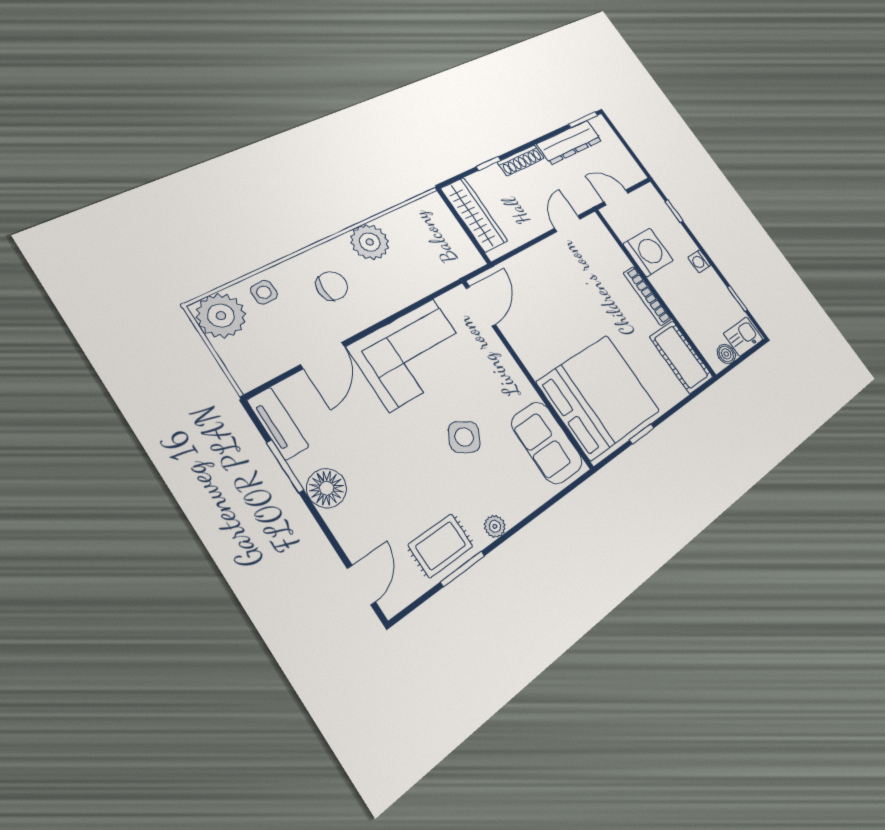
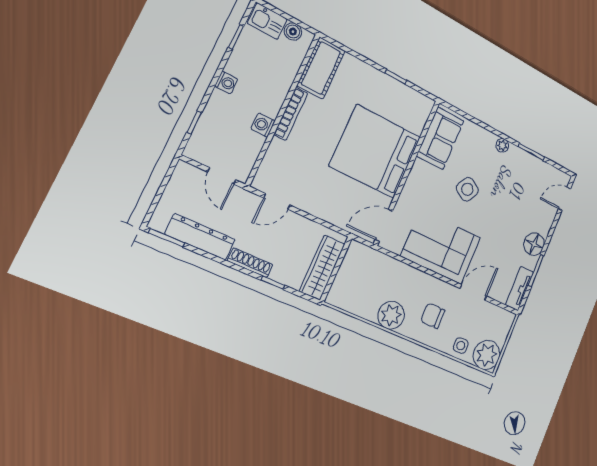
washing machine: (648, 252) -> (263, 125), width x0.53, depth x0.53
bed: (599, 396) -> (375, 151), moved
rug: (441, 546) -> (527, 170), removed

